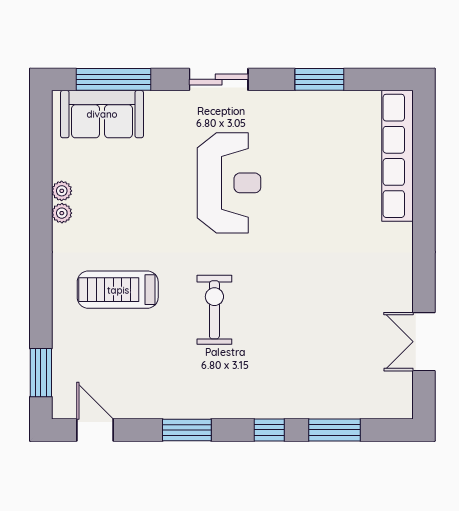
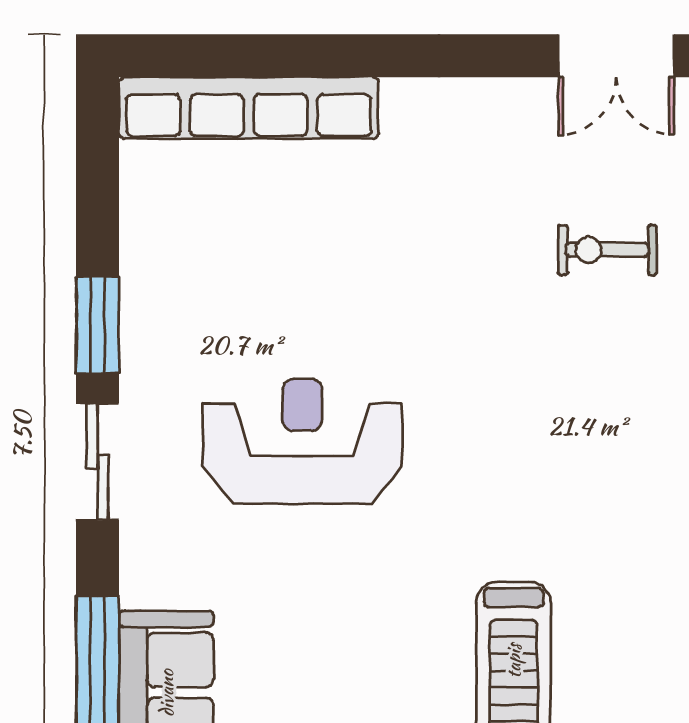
window: (319, 79) -> (98, 325), moved
exercise bike: (214, 310) -> (607, 250), moved, width x0.73, depth x0.72

